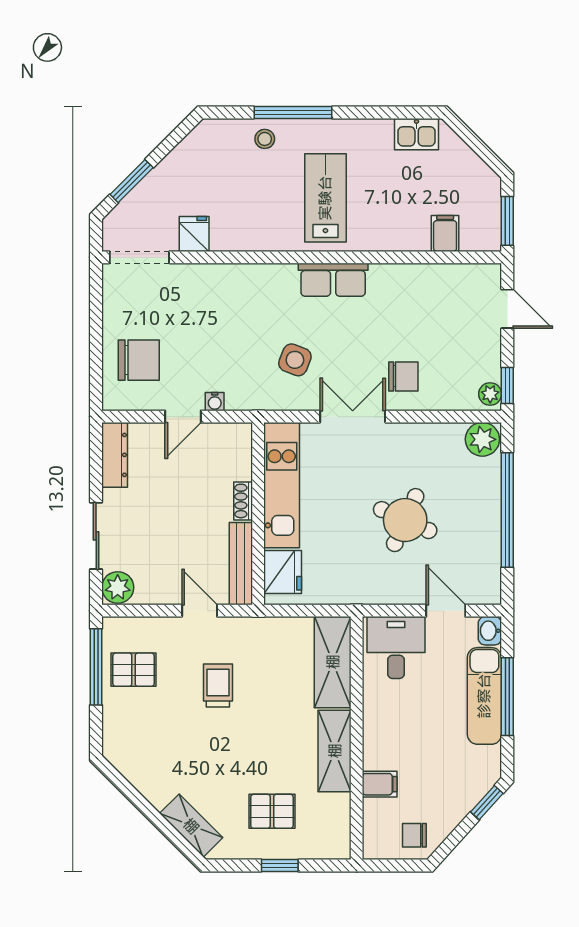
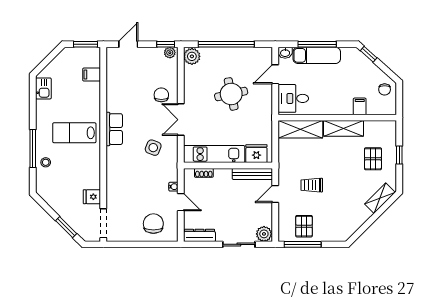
shoe rack: (243, 501) -> (204, 173), moved
round table: (405, 520) -> (231, 94), turned -36

